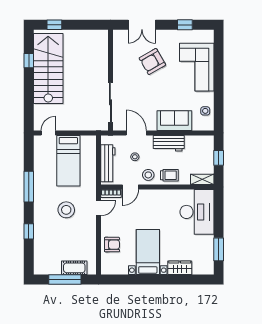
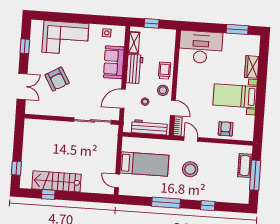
stairs: (48, 69) -> (57, 181), width x0.73, depth x0.66
shelving: (202, 179) -> (134, 43), moved

